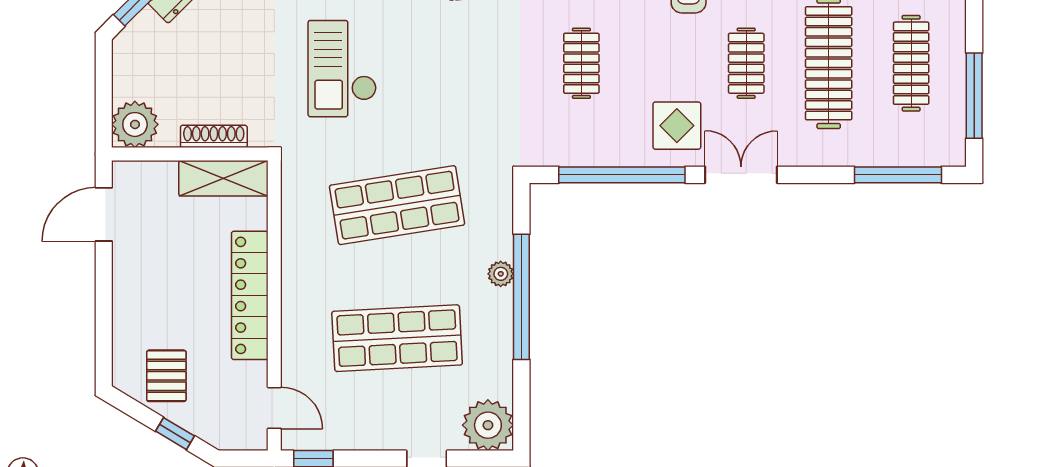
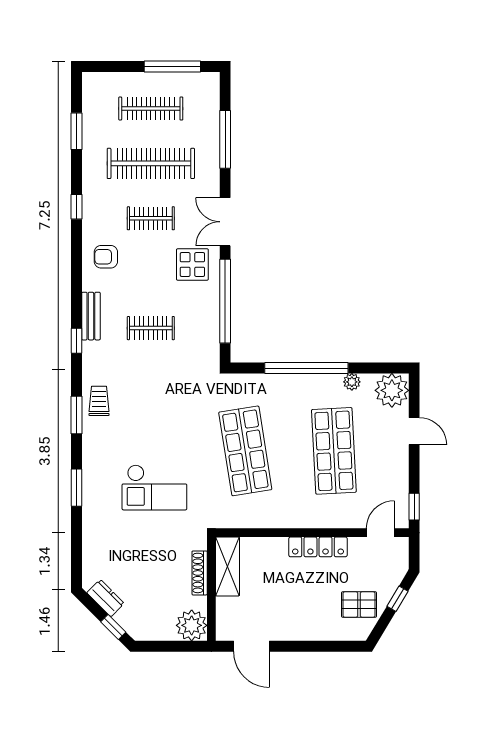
window: (898, 175) -> (225, 139), moved
plant: (501, 274) -> (352, 382), moved
locker: (250, 295) -> (318, 547), width x0.71, depth x0.83

